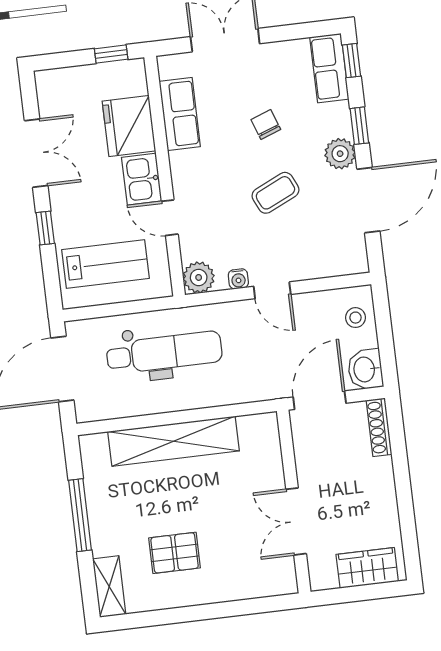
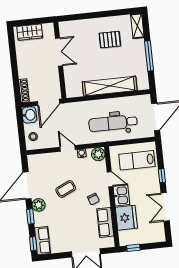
chair: (266, 124) -> (93, 199), moved

